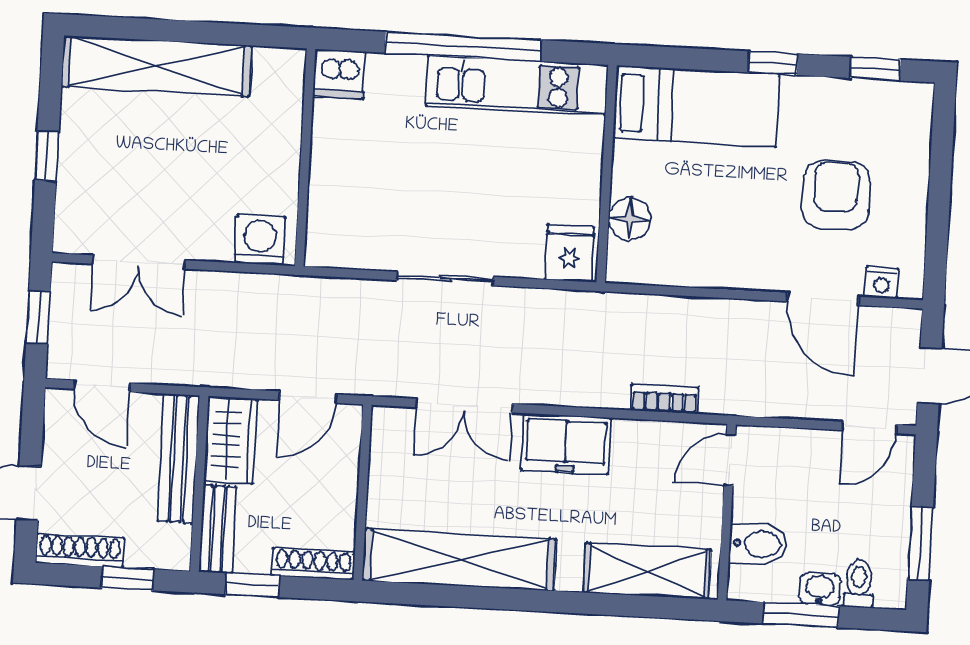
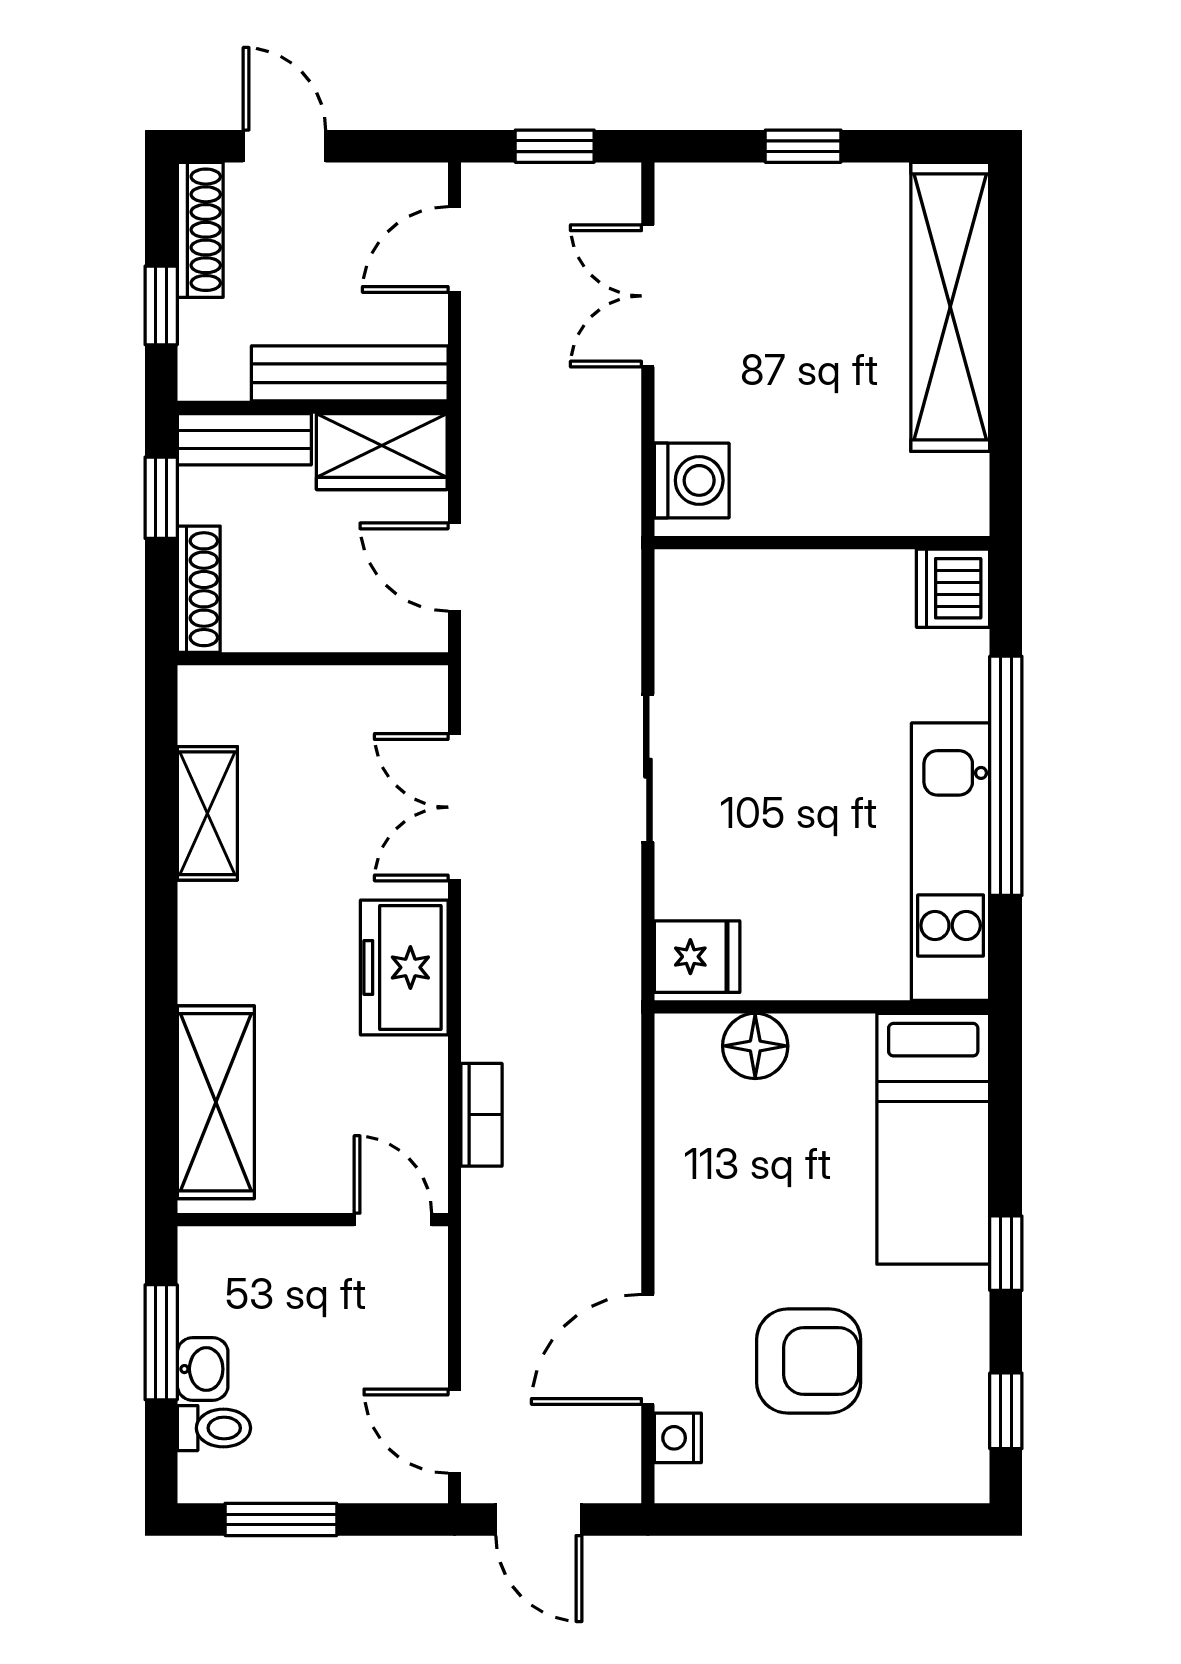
bidet: (758, 544) -> (267, 1271), removed
shelving: (460, 560) -> (207, 813), width x0.45, depth x0.75

